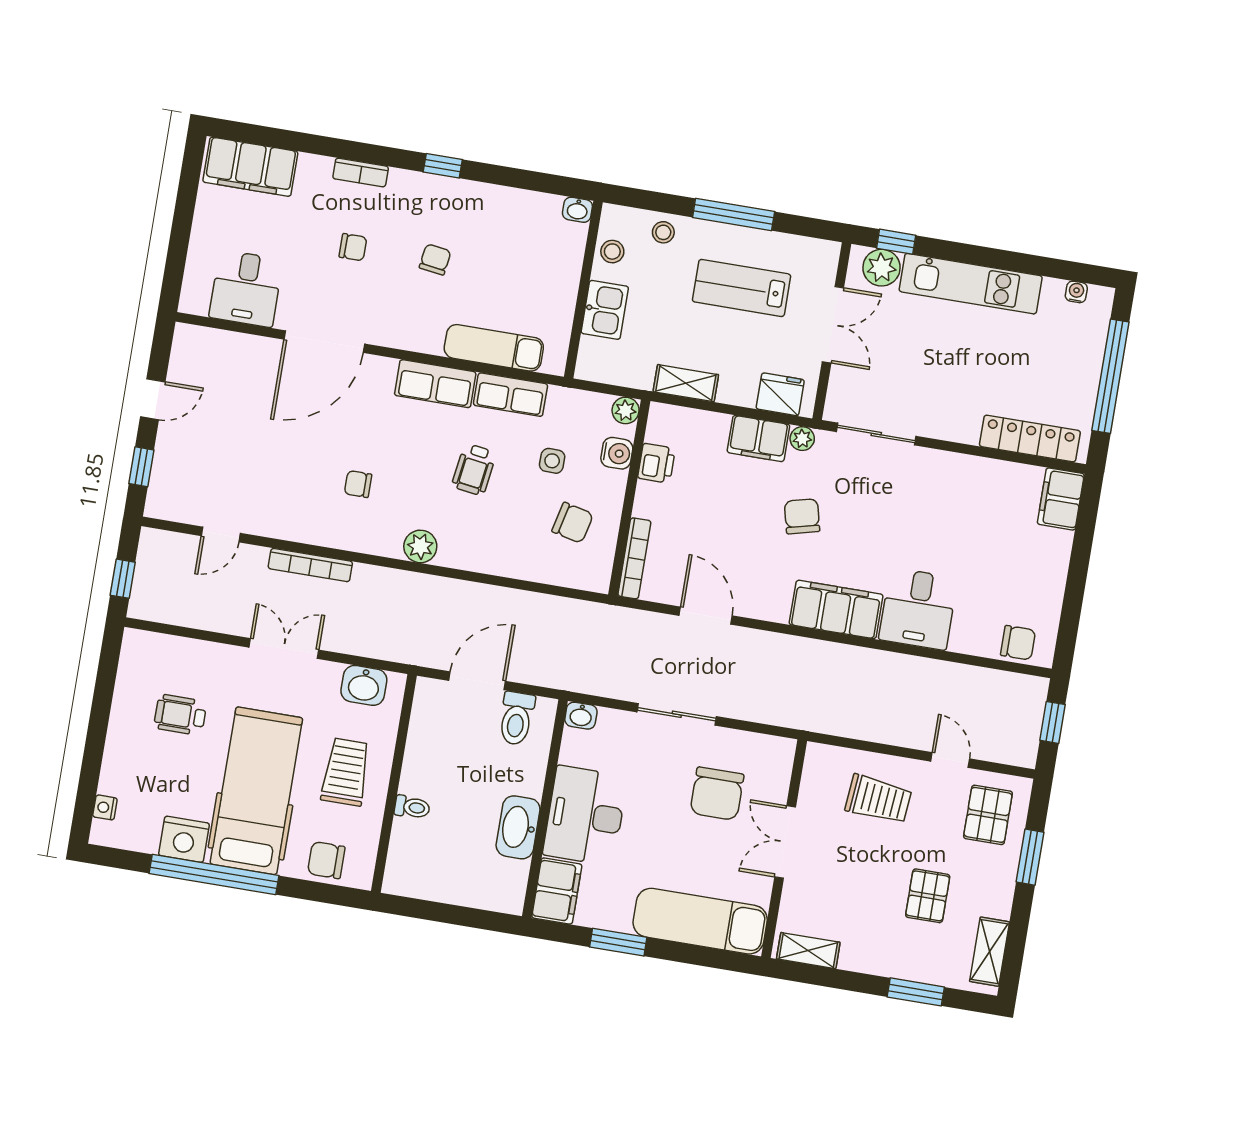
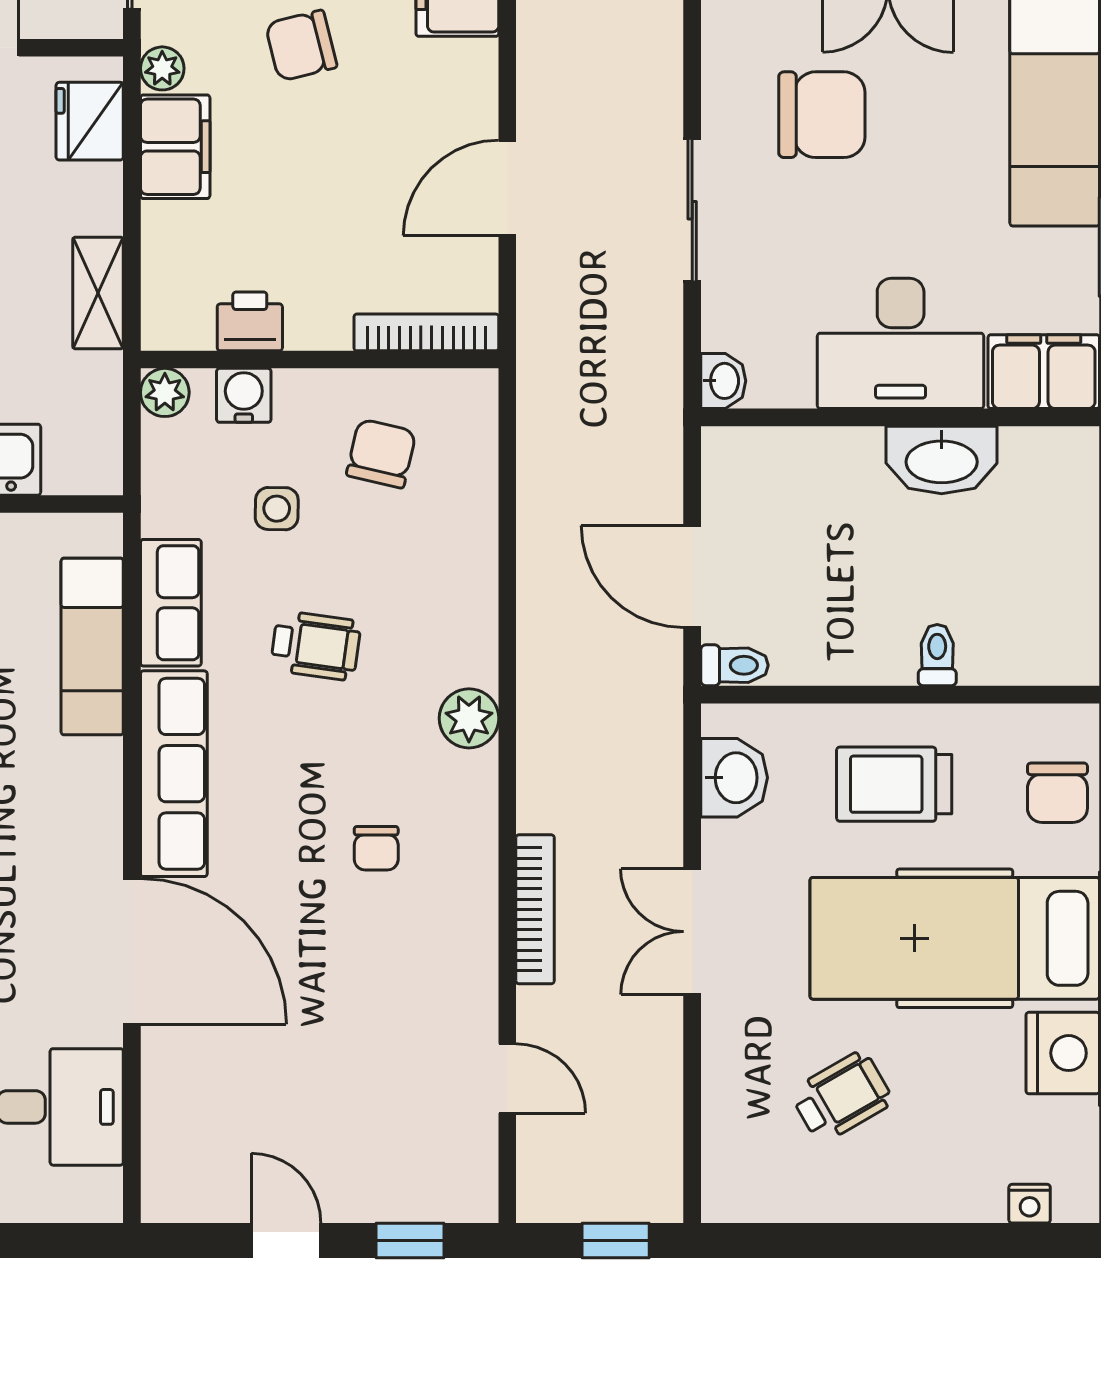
row of seats: (435, 384) -> (174, 774), width x1.48
wheelchair: (180, 715) -> (842, 1097), turned -120
toilet: (517, 718) -> (734, 665), moved, width x0.73, depth x0.72

